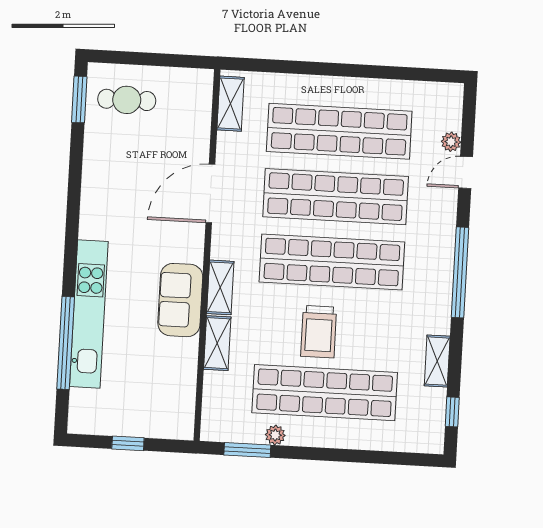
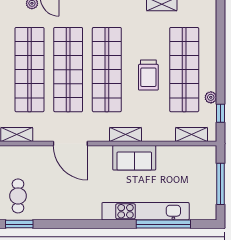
trolley: (319, 332) -> (148, 75), turned 90
shelving: (217, 343) -> (192, 135), moved
window: (128, 443) -> (220, 184), width x2.17
window: (247, 450) -> (220, 113), width x0.67

